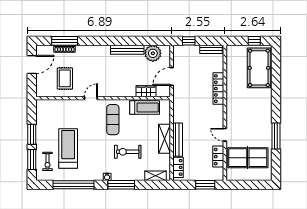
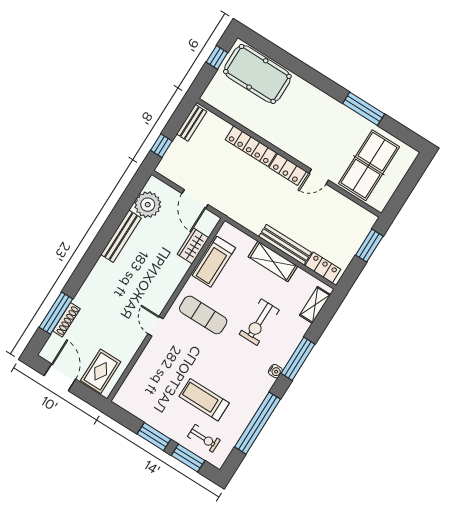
rug: (65, 78) -> (101, 371), moved, turned 90
treadmill: (145, 108) -> (214, 262), turned 180
treadmill: (68, 149) -> (204, 400), width x0.73, depth x0.73
locker: (218, 157) -> (288, 169), moved

